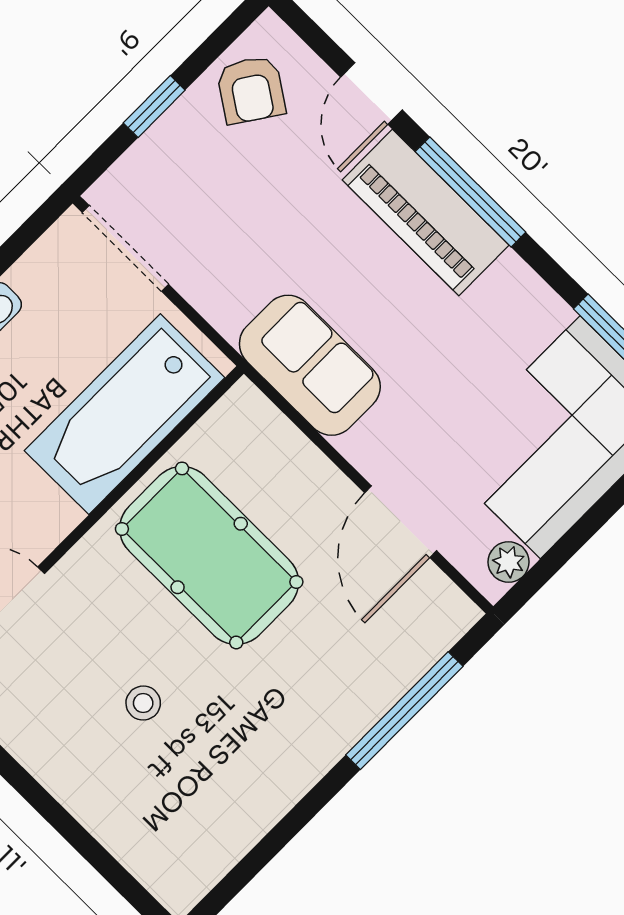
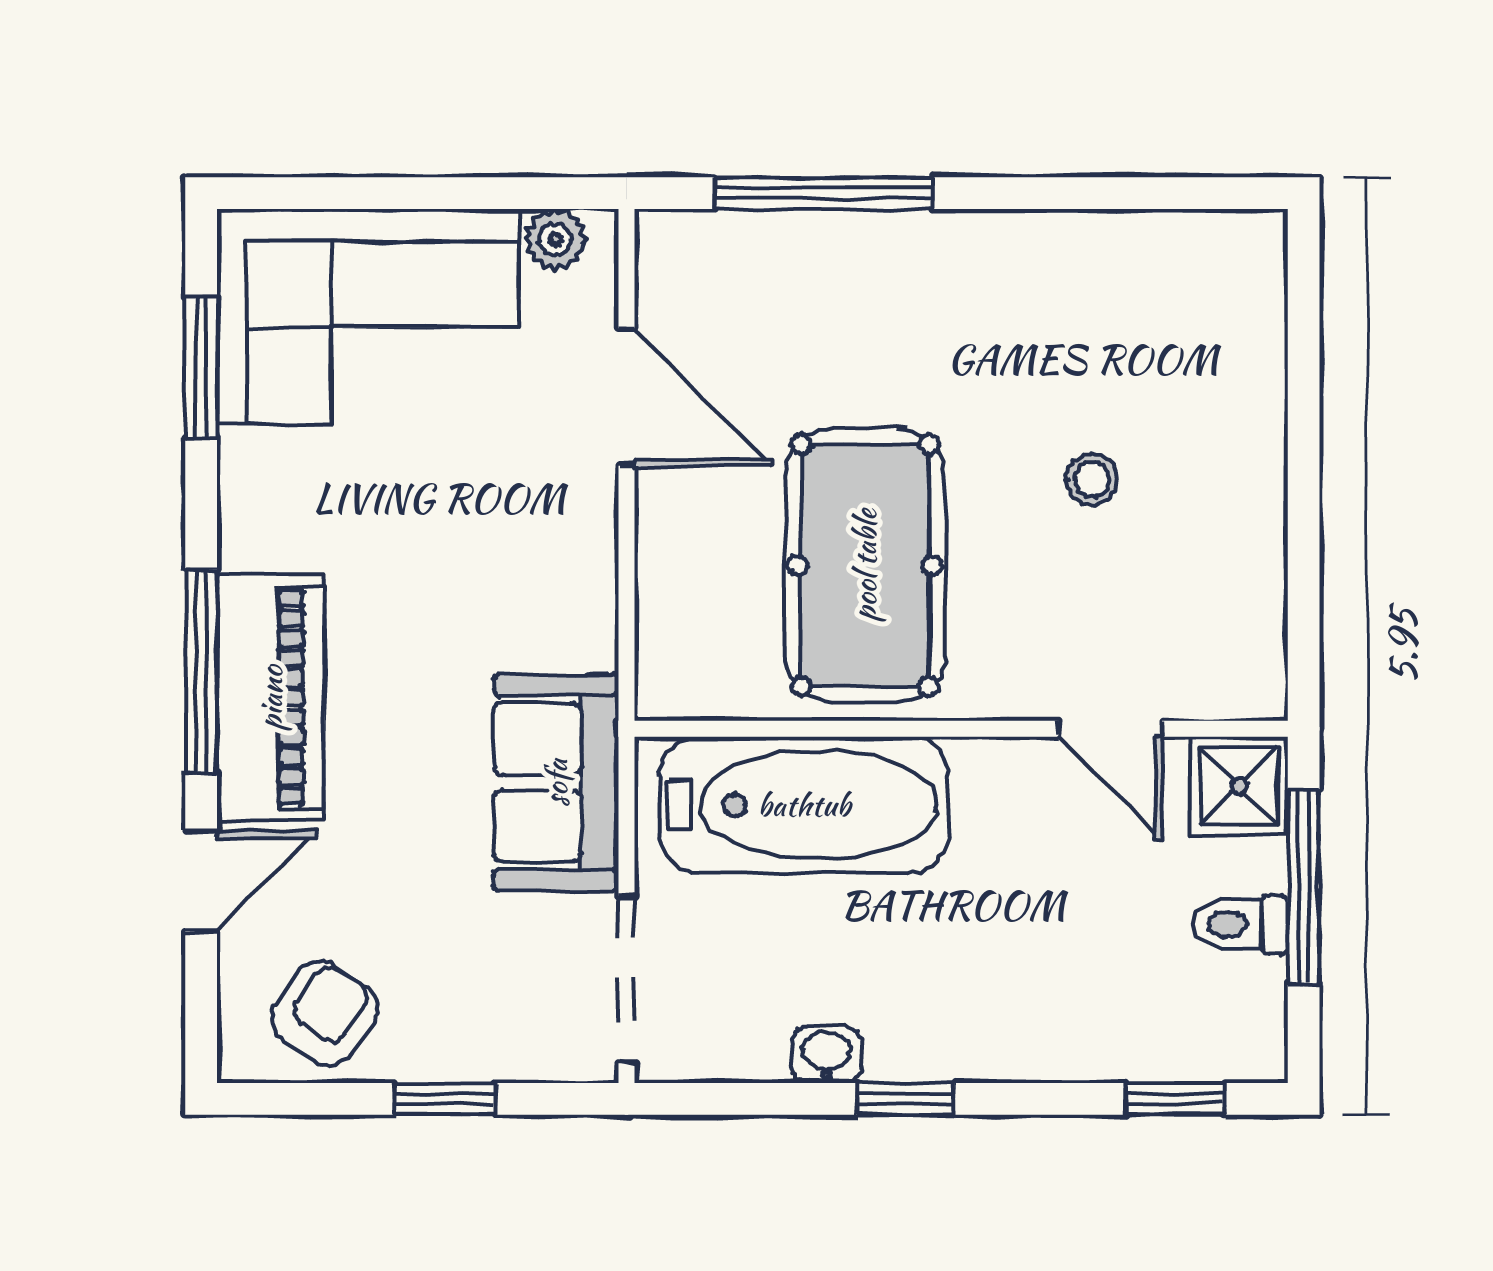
sofa: (310, 365) -> (556, 783), moved
door: (401, 522) -> (626, 397), hinge flipped

